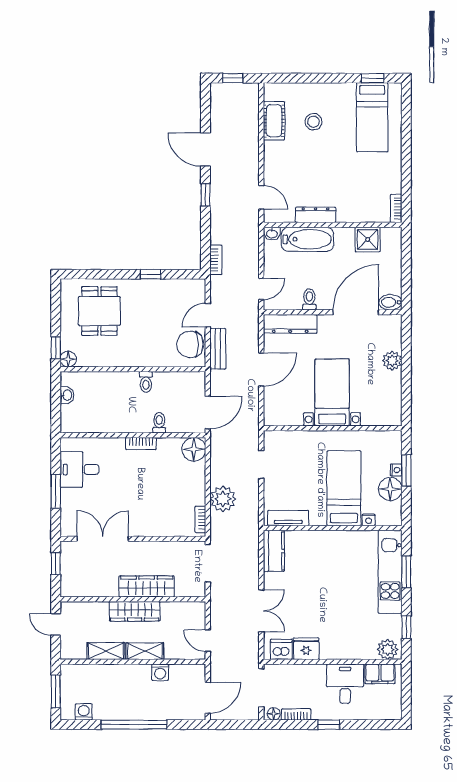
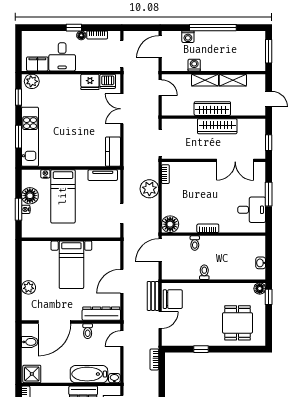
shower: (368, 239) -> (32, 374), moved
bidet: (390, 302) -> (30, 342), moved
wardrobe: (147, 587) -> (217, 126), moved
washing machine: (84, 712) -> (188, 37), moved
floor lamp: (274, 714) -> (81, 35), moved

